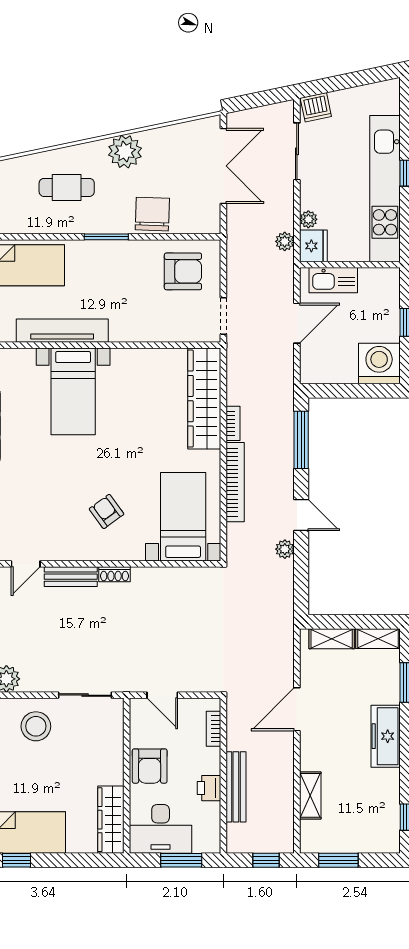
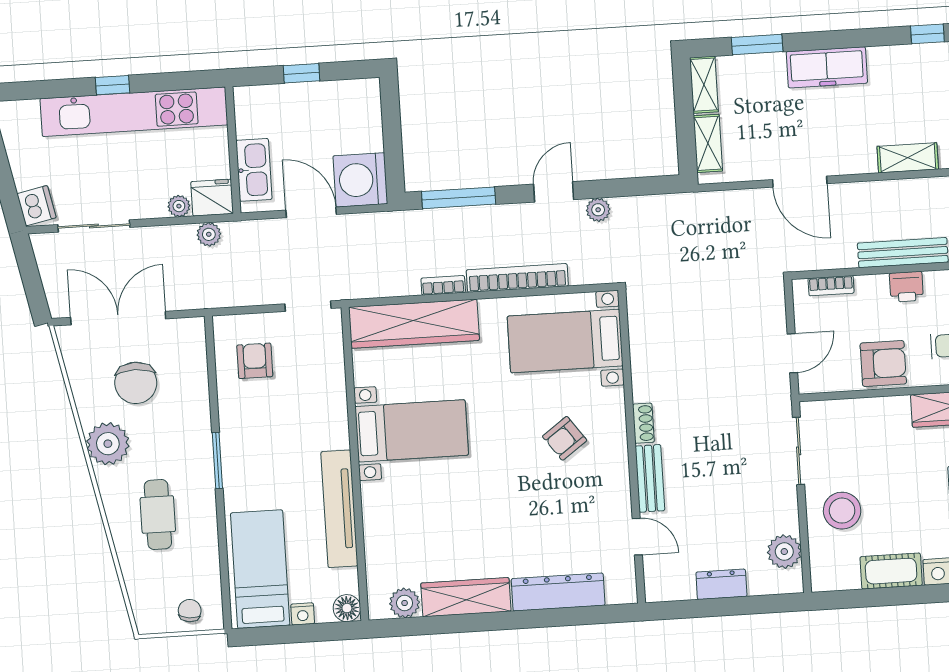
chair: (152, 214) -> (136, 383), moved, turned -92
armchair: (183, 271) -> (255, 361), width x0.72, depth x0.72
washing machine: (379, 363) -> (360, 180), moved
bed with nightstands: (73, 391) -> (412, 431), moved

